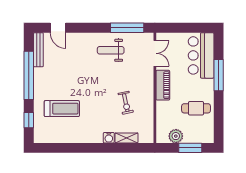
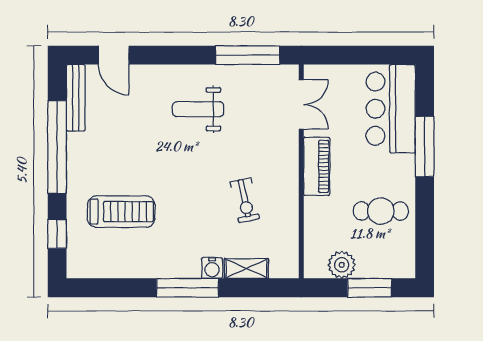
weight bench: (111, 50) -> (198, 109), moved
window: (96, 148) -> (188, 288), added

